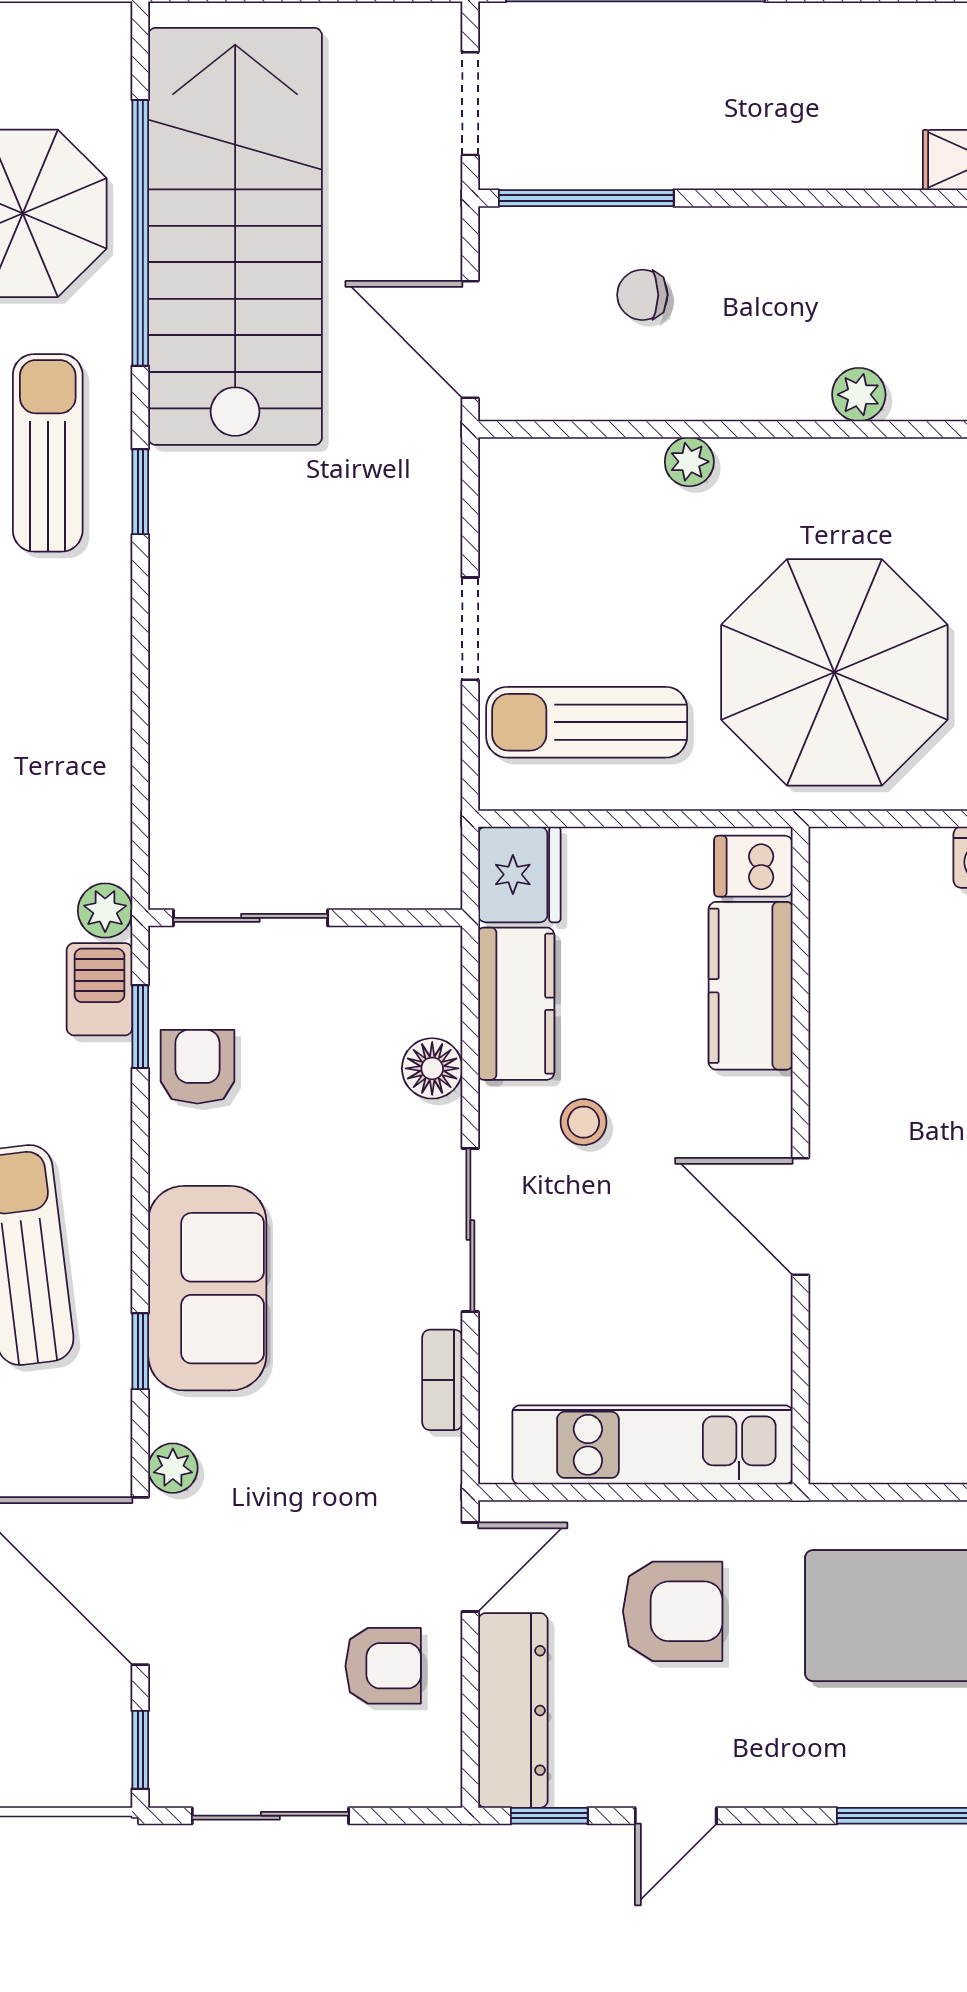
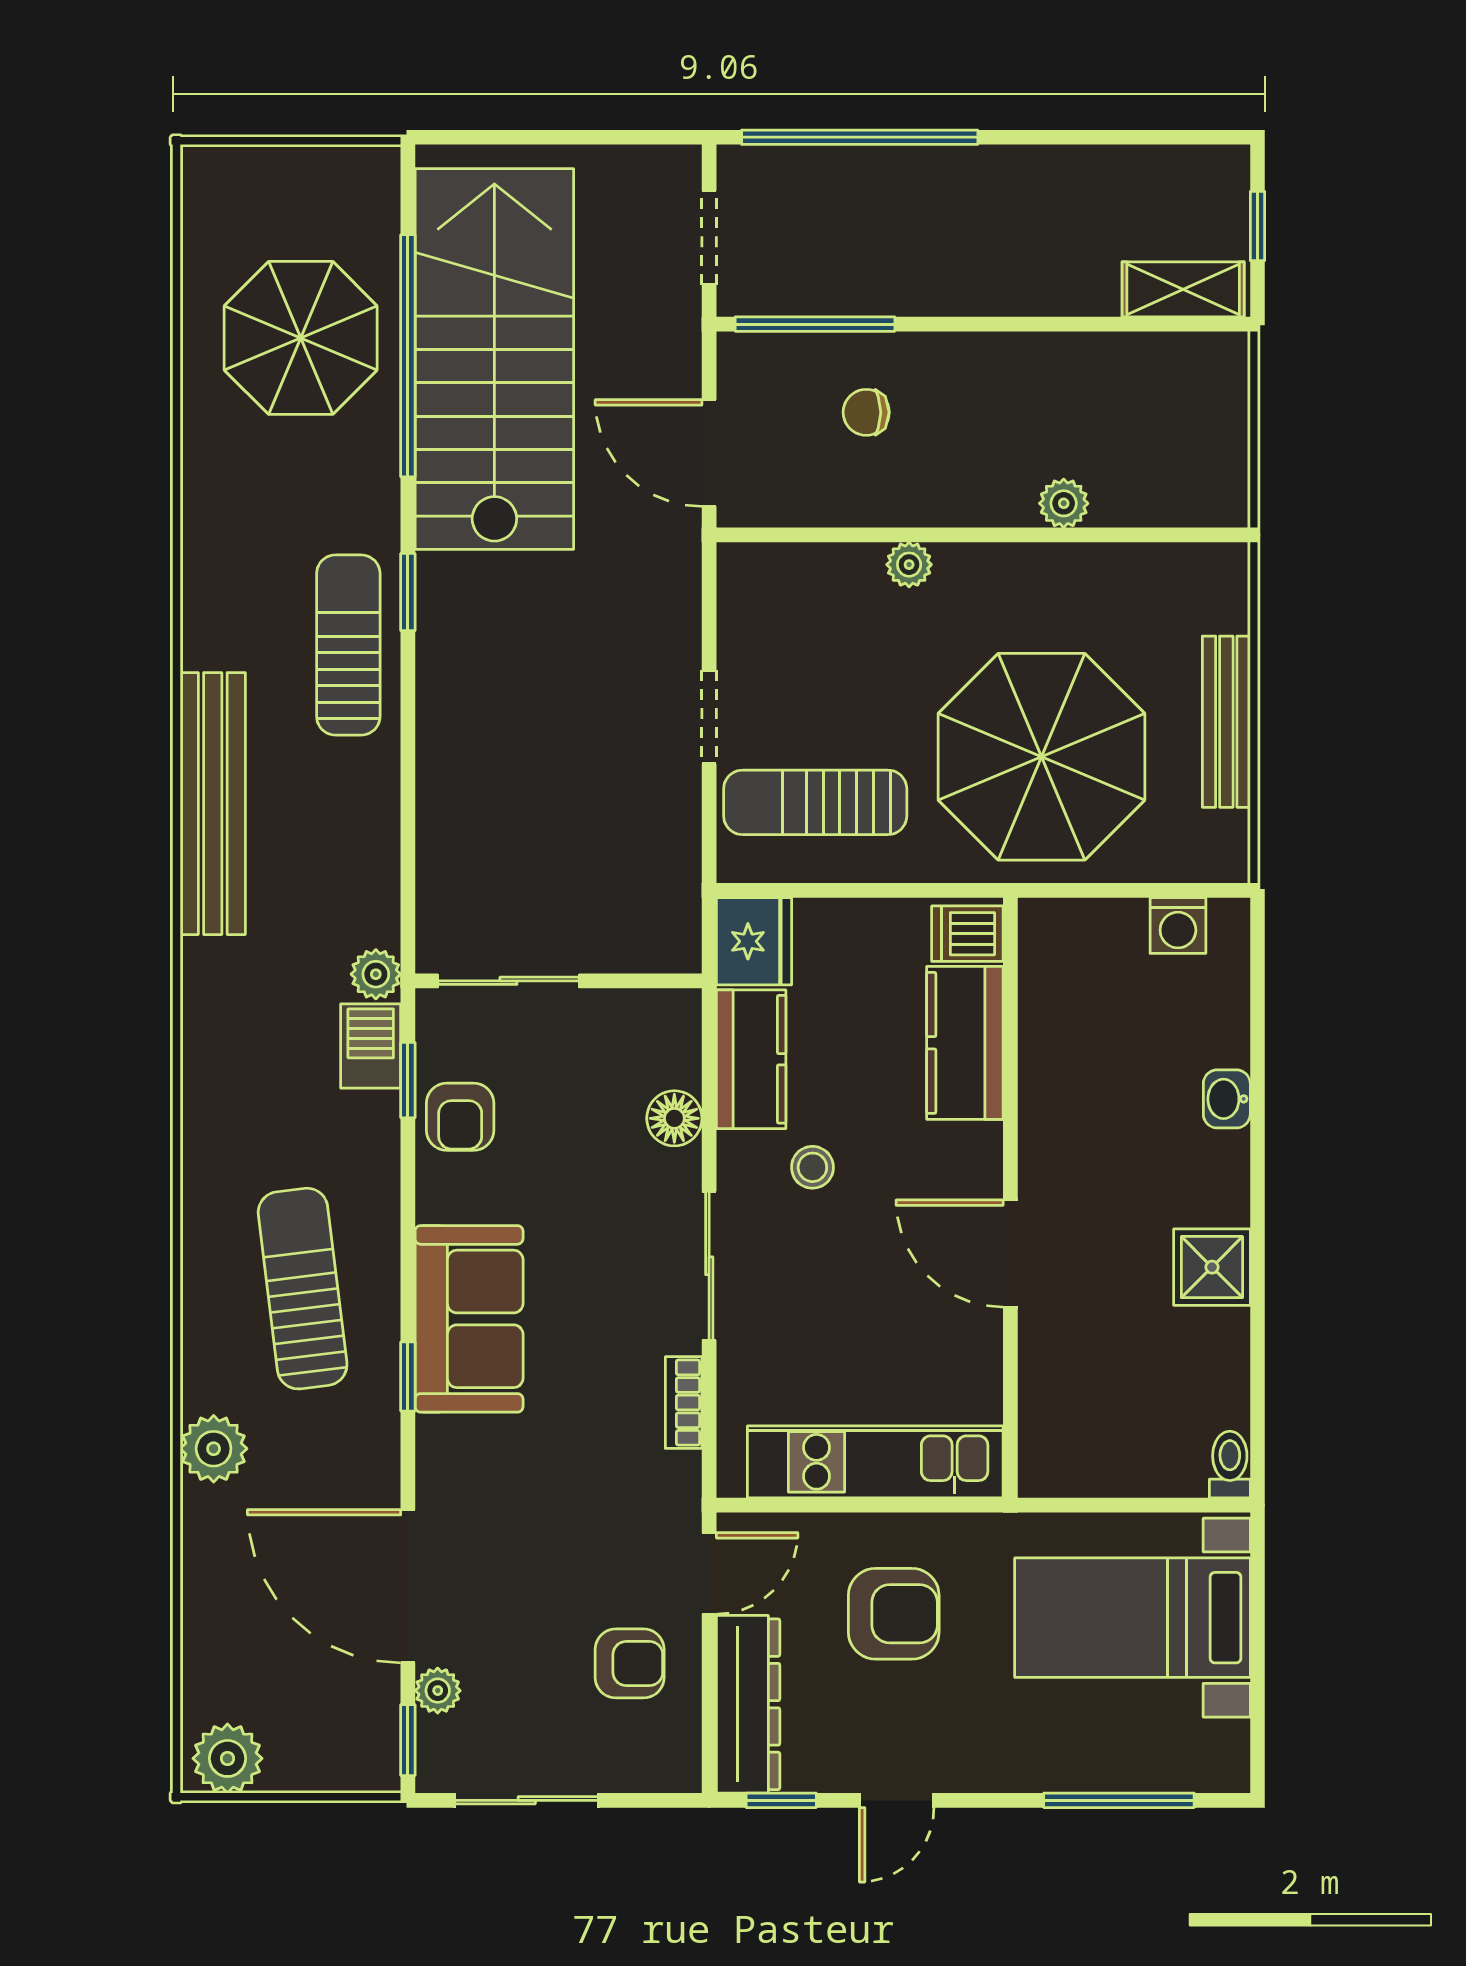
sun lounger: (48, 453) -> (348, 645), moved
armchair: (197, 1067) -> (460, 1117), turned 180
plant: (173, 1468) -> (438, 1691), moved

